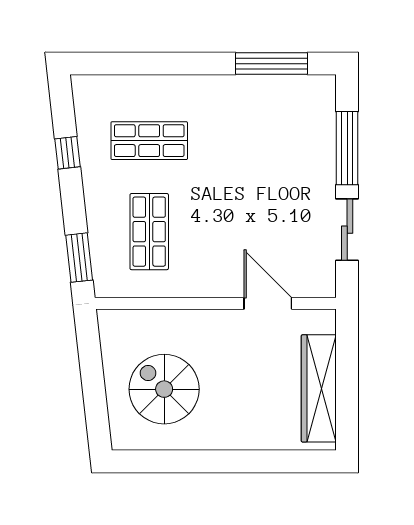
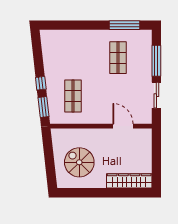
shop shelf: (149, 141) -> (118, 58), moved, turned 90
window: (68, 153) -> (41, 83), moved
wardrobe: (319, 388) -> (129, 181), moved, turned 90

